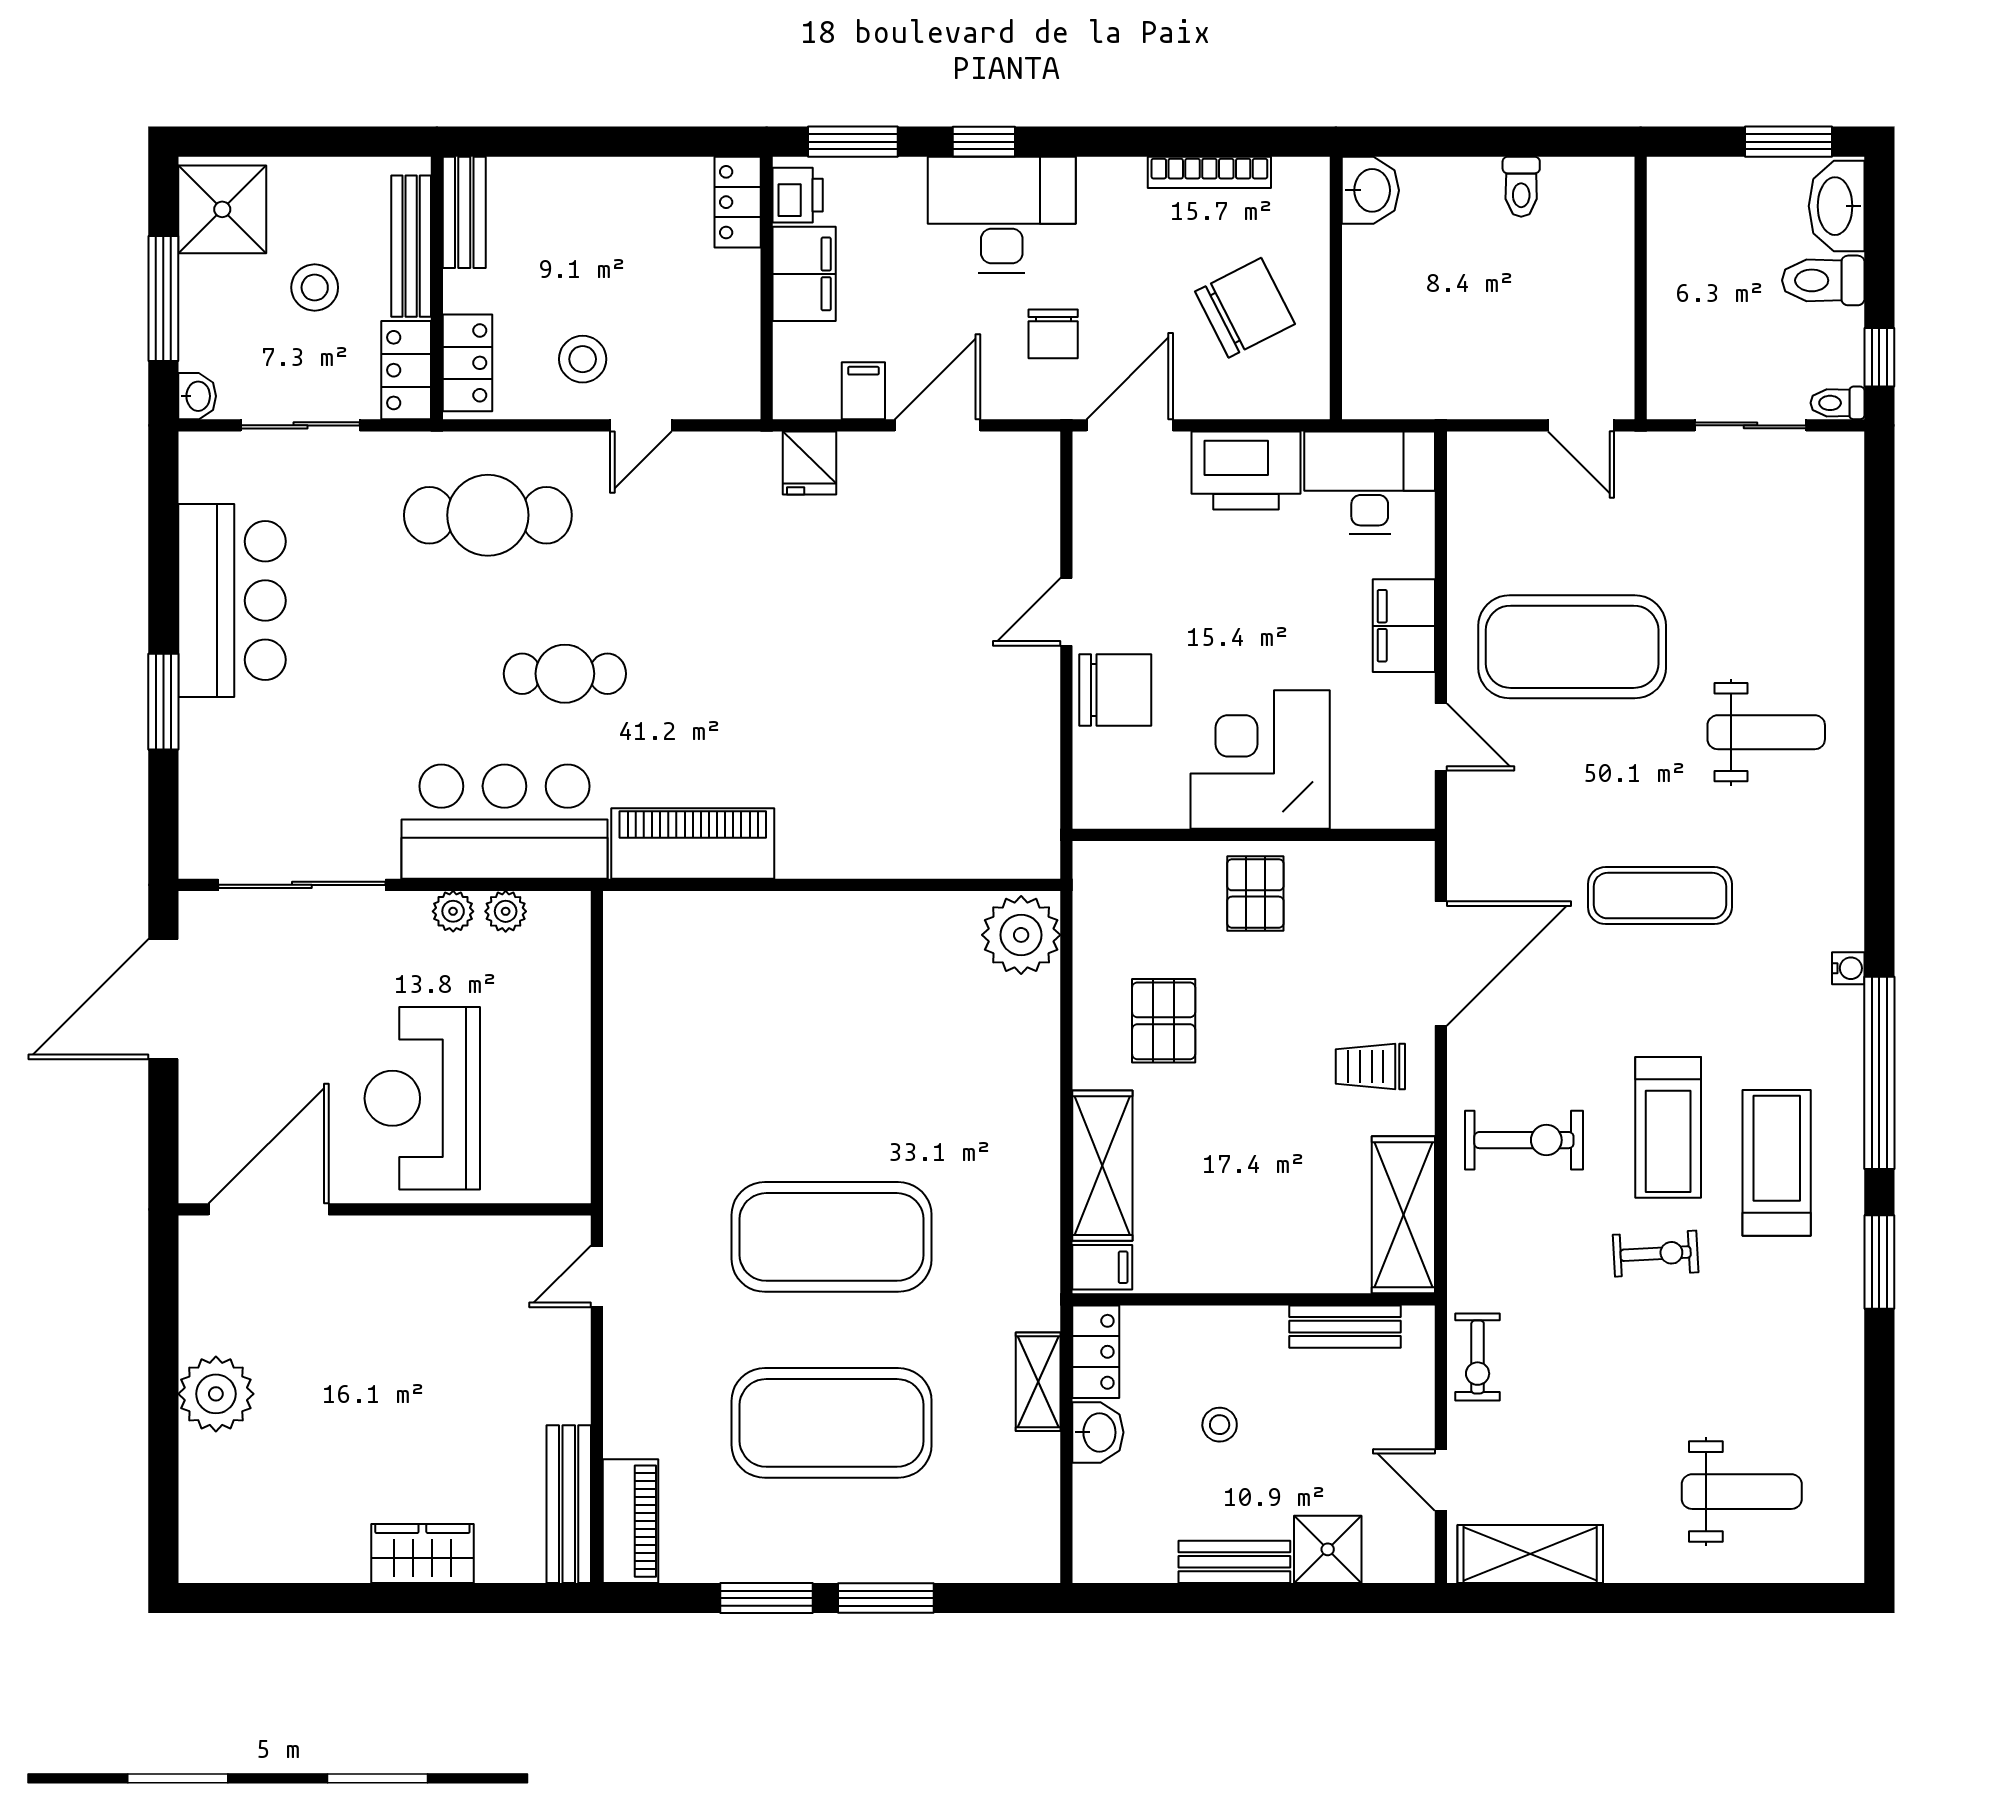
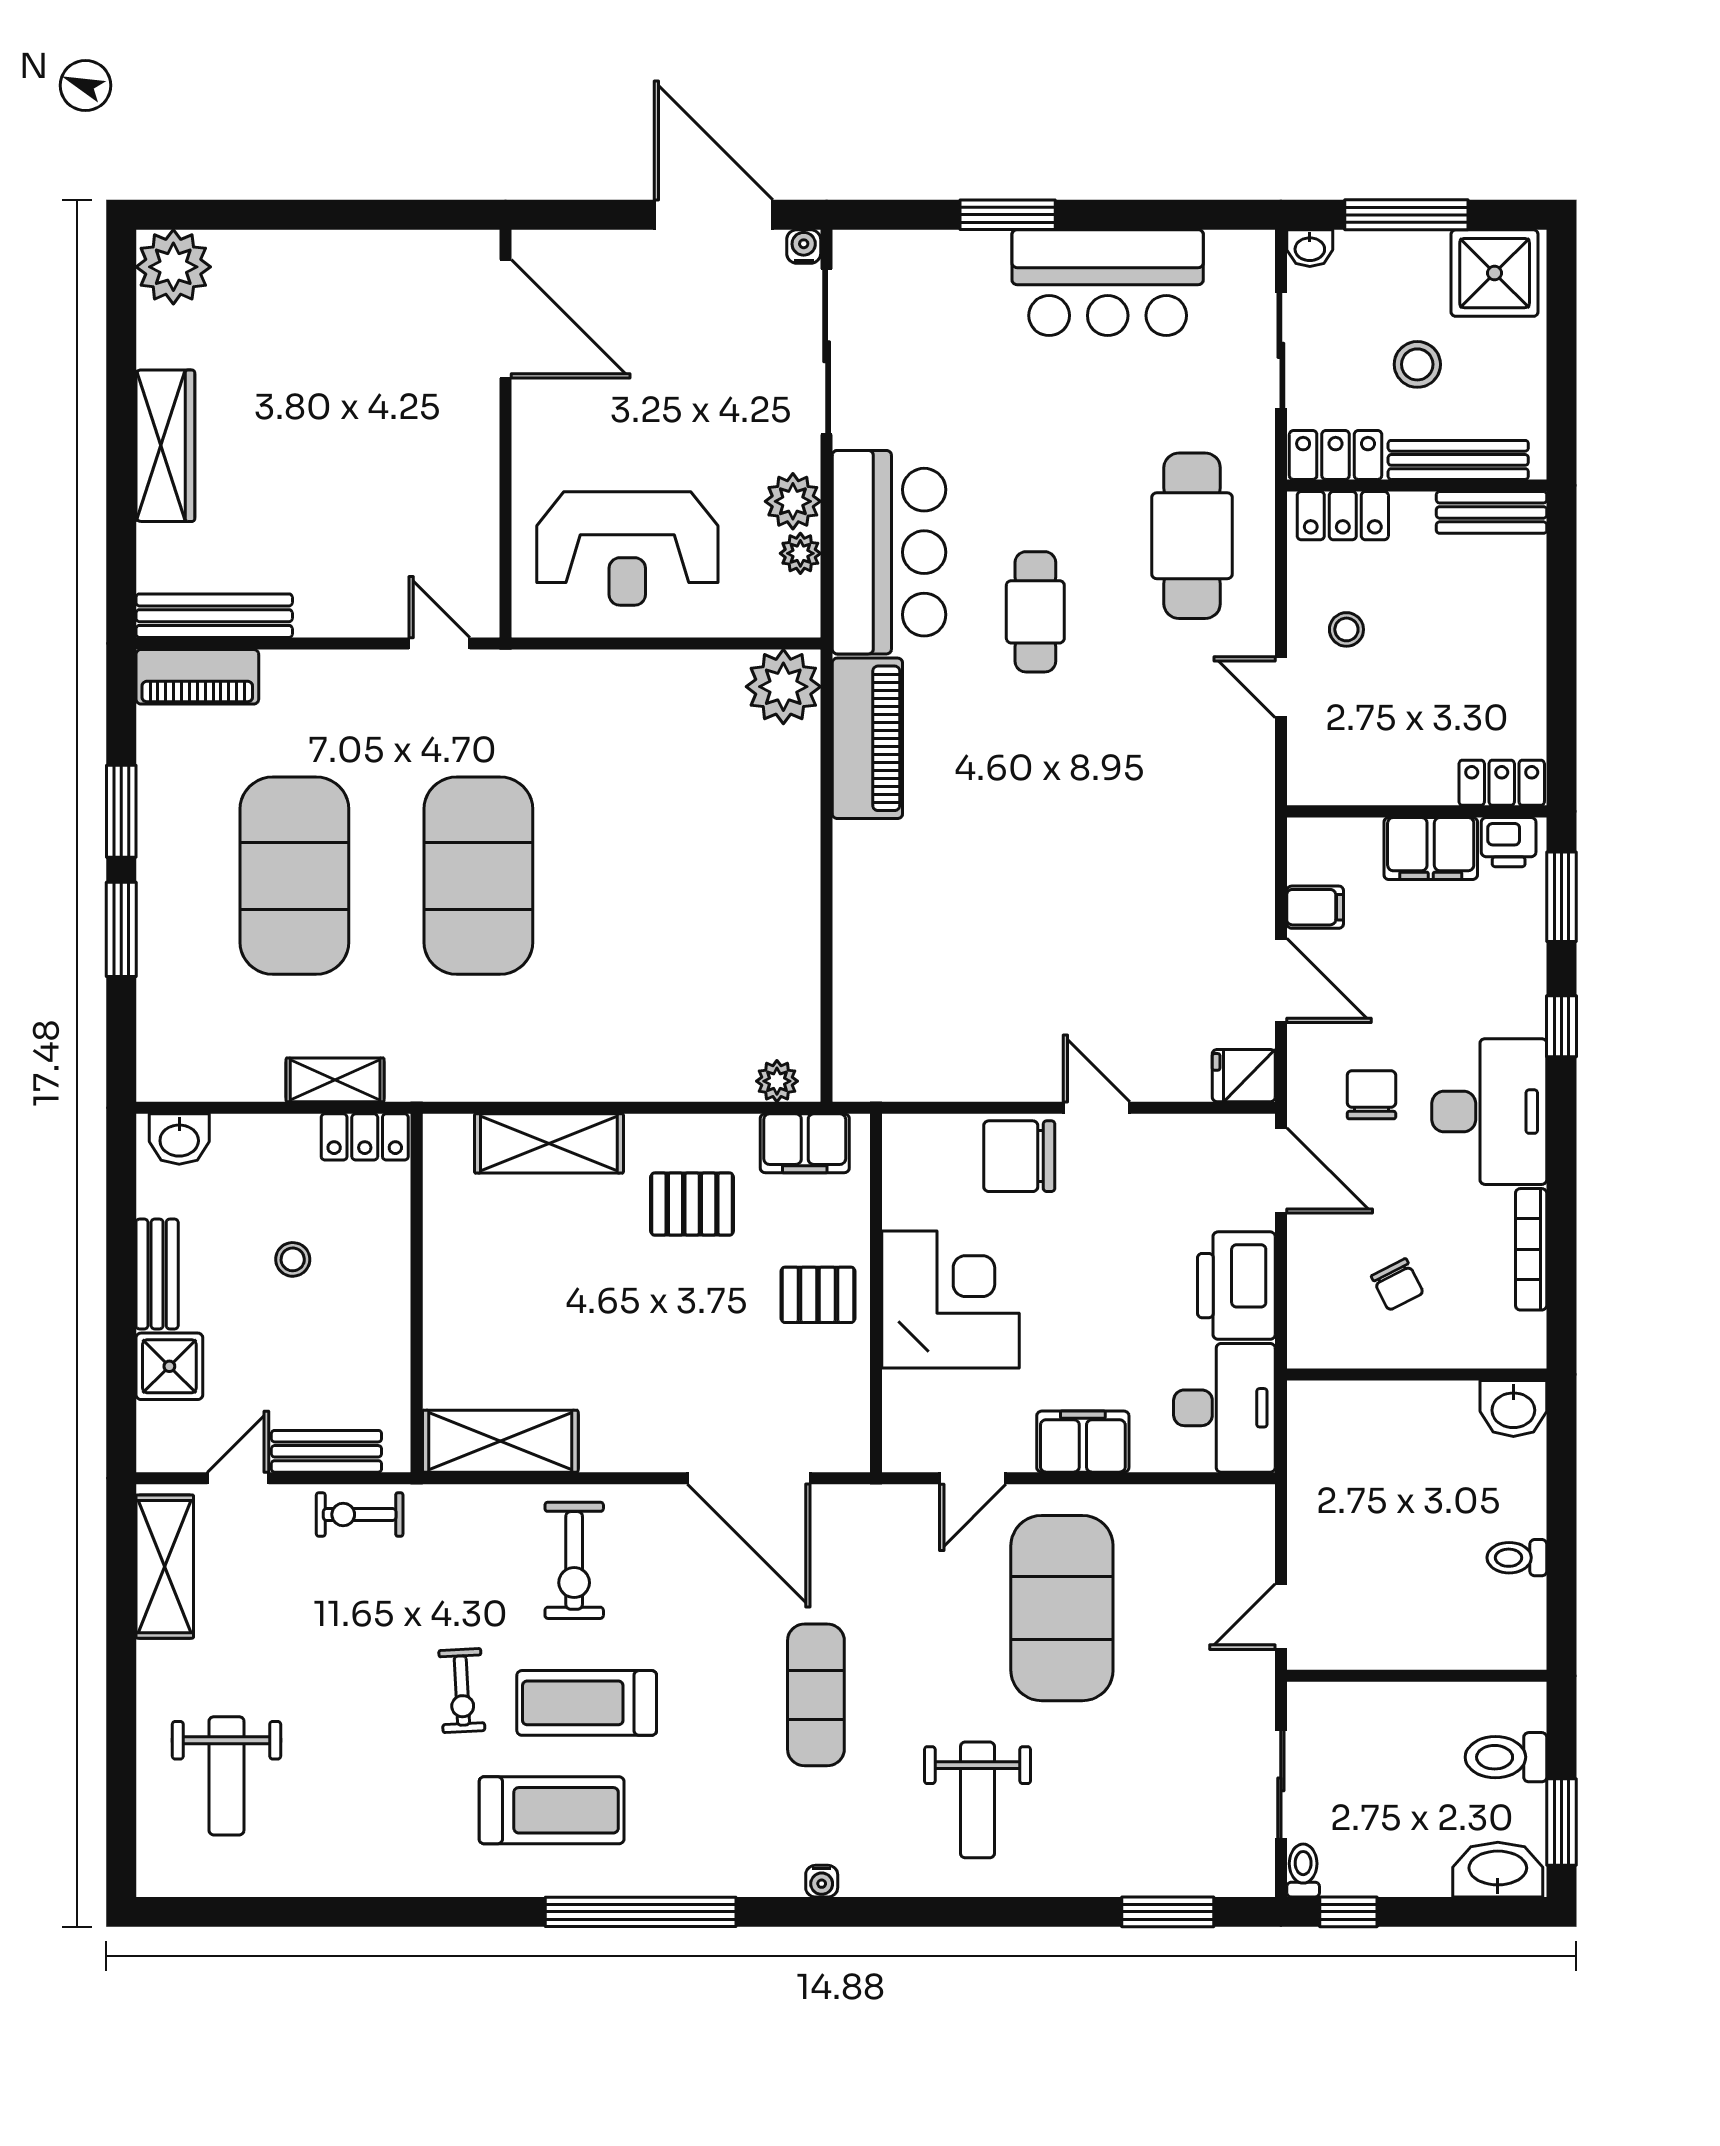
desk: (1002, 215) -> (1489, 1112), moved
toilet: (1823, 280) -> (1506, 1757), moved, turned -90
chair: (1245, 308) -> (1397, 1284), width x0.54, depth x0.54
chair: (1053, 334) -> (1371, 1095), turned 90
stool: (583, 359) -> (1346, 629), width x0.73, depth x0.73
fridge: (810, 463) -> (1244, 1076), moved
chair: (1115, 690) -> (1019, 1156), turned 90
water cooler: (195, 908) -> (804, 247), added
plant: (453, 911) -> (793, 501), width x1.38, depth x1.38
plant: (640, 929) -> (783, 687), added
plant: (1021, 935) -> (777, 1081), width x0.53, depth x0.53
water cooler: (1848, 968) -> (822, 1881), moved
trolley: (1370, 1066) -> (647, 1409), removed
reception desk: (422, 1098) -> (627, 548), moved, turned 180
window: (1879, 1262) -> (1168, 1912), moved
filing cabinet: (1102, 1267) -> (805, 1143), moved, width x2.00
bench: (1345, 1327) -> (326, 1451), moved, turned 90
plant: (216, 1394) -> (173, 267), moved
washbasin: (1098, 1432) -> (179, 1139), moved
wardrobe: (422, 1553) -> (165, 446), width x1.50

